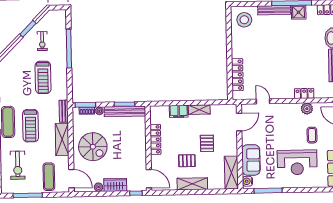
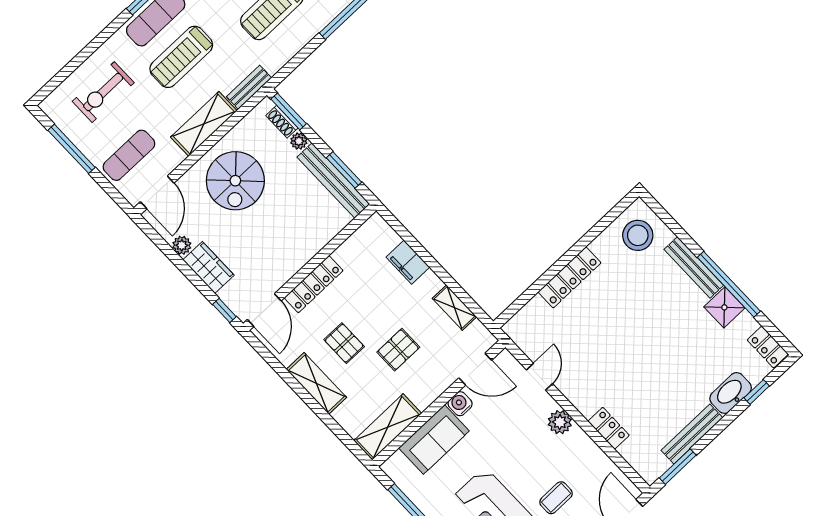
locker: (237, 75) -> (569, 277), moved
plant: (307, 109) -> (560, 422), moved
shelving: (199, 110) -> (454, 308), moved
locker: (155, 139) -> (314, 284), moved
water cooler: (247, 181) -> (460, 404), moved

